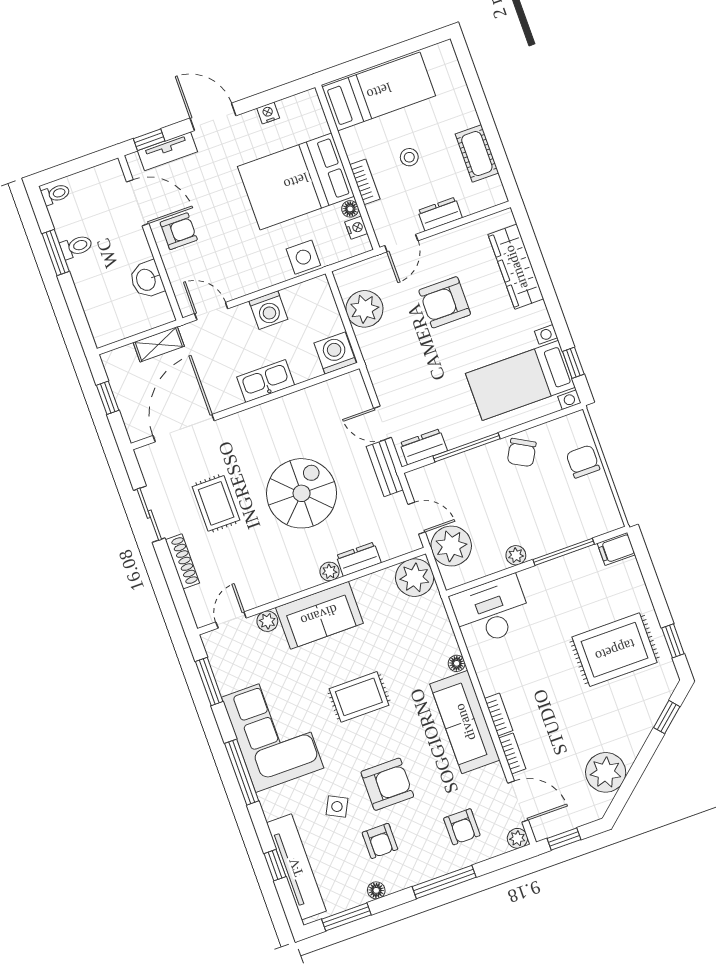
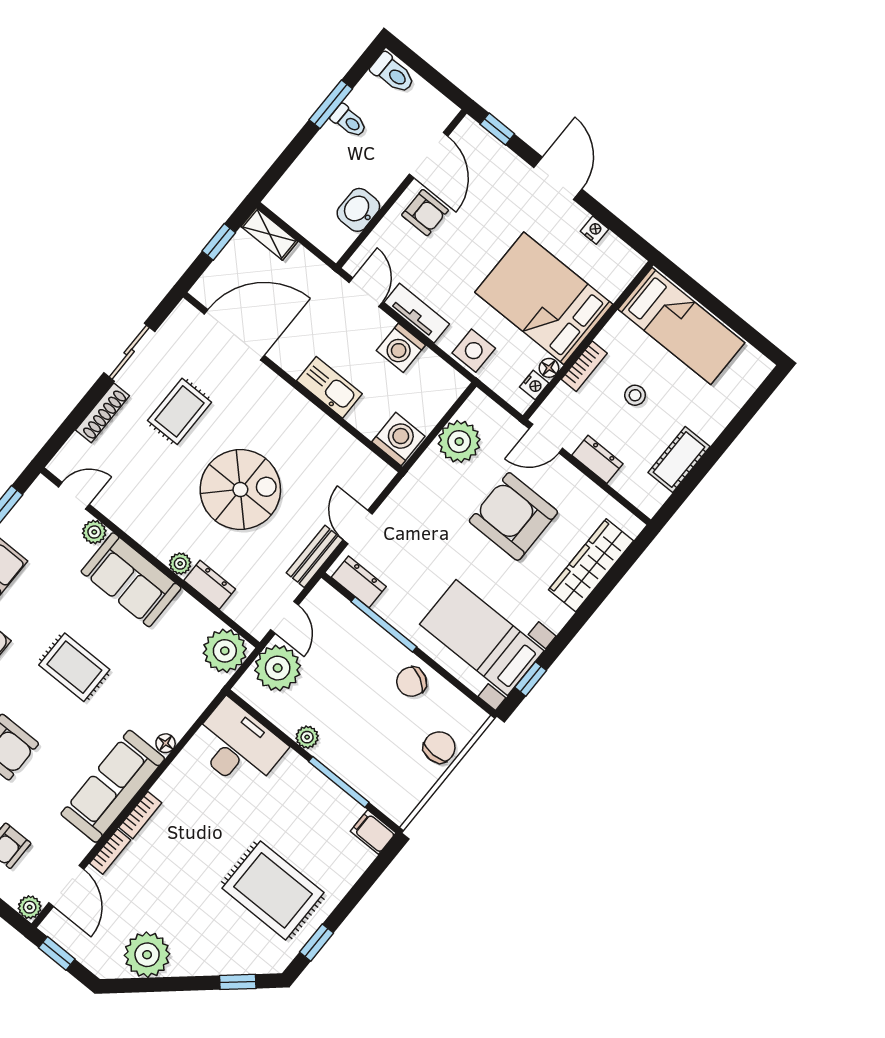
tv unit: (167, 151) -> (417, 313), moved, turned 180
toilet: (56, 194) -> (393, 73), width x1.37, depth x1.39
armchair: (445, 302) -> (513, 517), width x1.36, depth x1.36
shelving: (159, 344) -> (269, 234), moved

